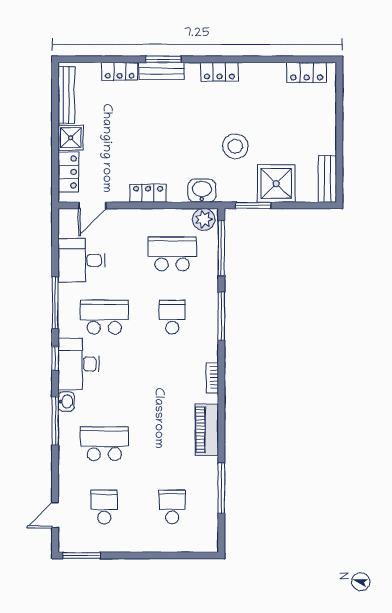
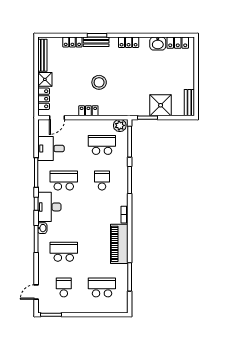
stool: (235, 146) -> (99, 82), moved
washbasin: (202, 191) -> (158, 44), moved, turned 180
piano: (207, 430) -> (119, 244), width x1.37, depth x1.33
school desk: (172, 507) -> (102, 287), width x1.85

